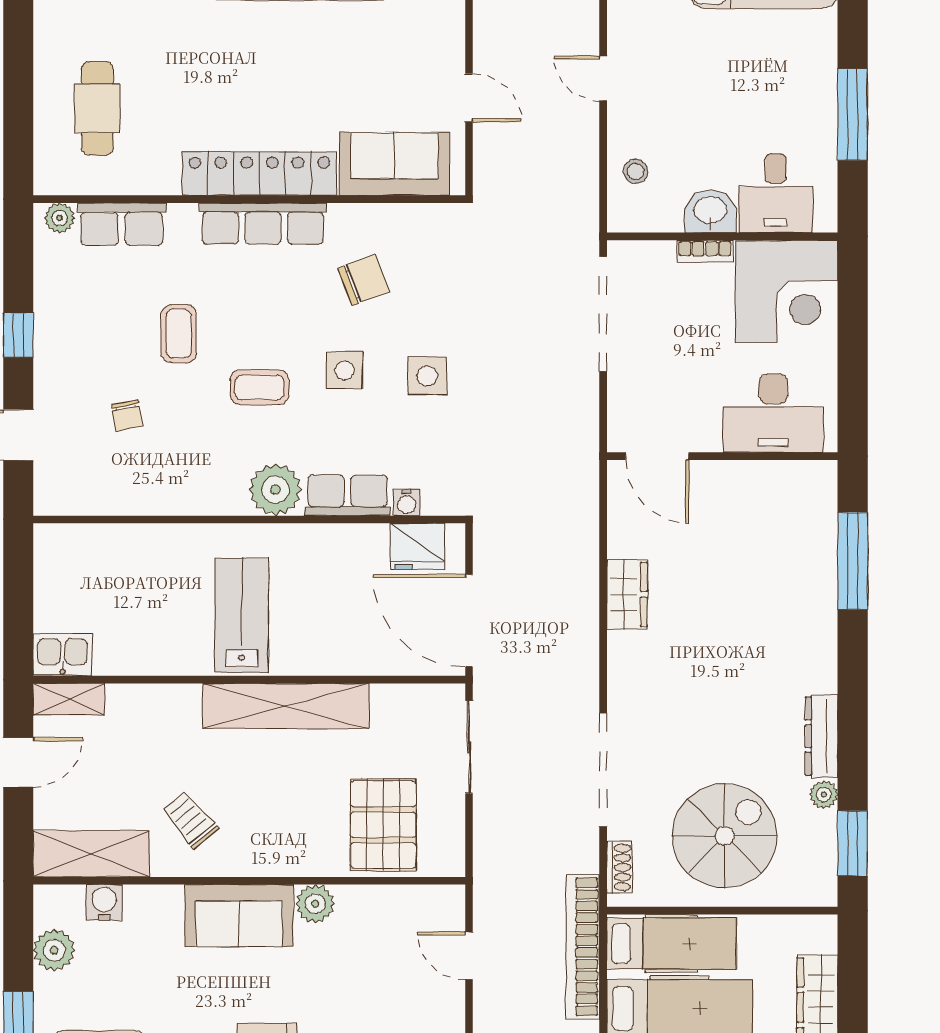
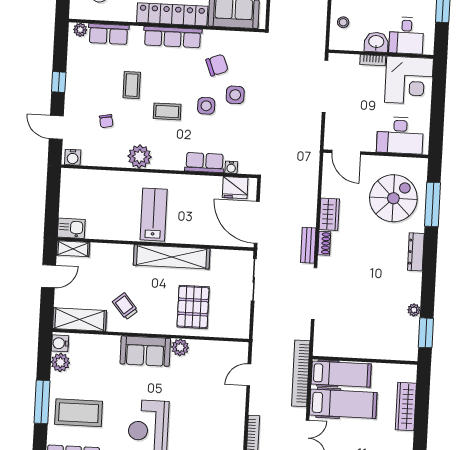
side table: (427, 376) -> (235, 95), moved
plant: (275, 490) -> (140, 157), moved
water cooler: (58, 499) -> (73, 157), added
bench: (584, 665) -> (308, 245), added
dresser: (821, 736) -> (416, 252), moved
pallet: (383, 825) -> (193, 307), moved
spiral stairs: (725, 836) -> (393, 198), moved
shoe rack: (620, 867) -> (324, 243), moved
water cooler: (104, 902) -> (60, 343), moved, turned -90
door: (469, 956) -> (249, 375), hinge flipped

